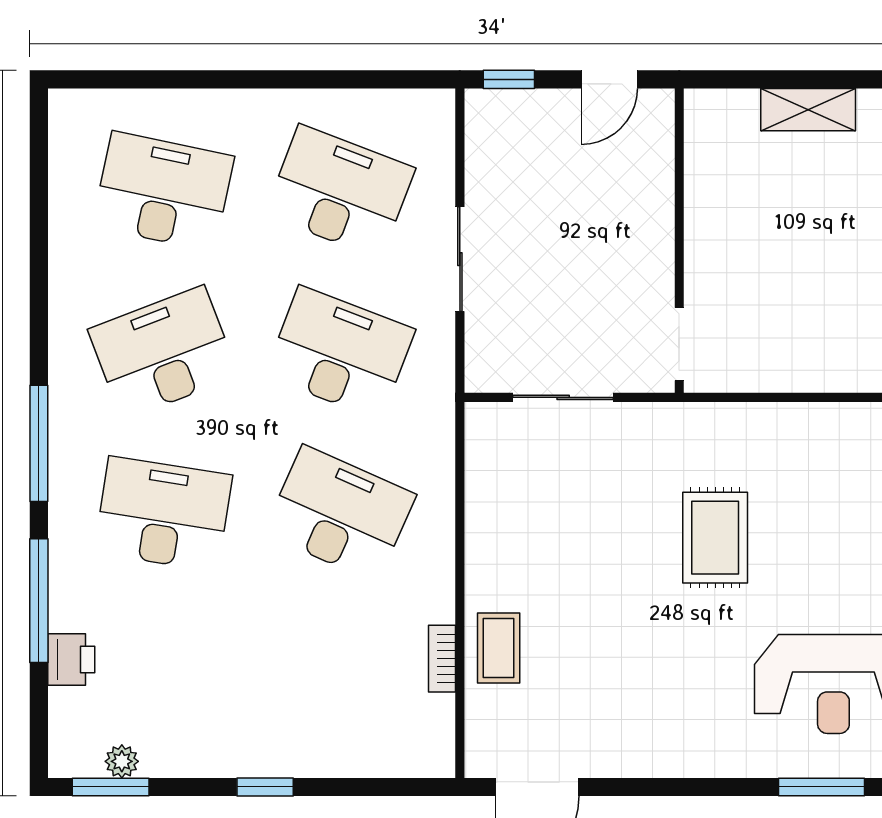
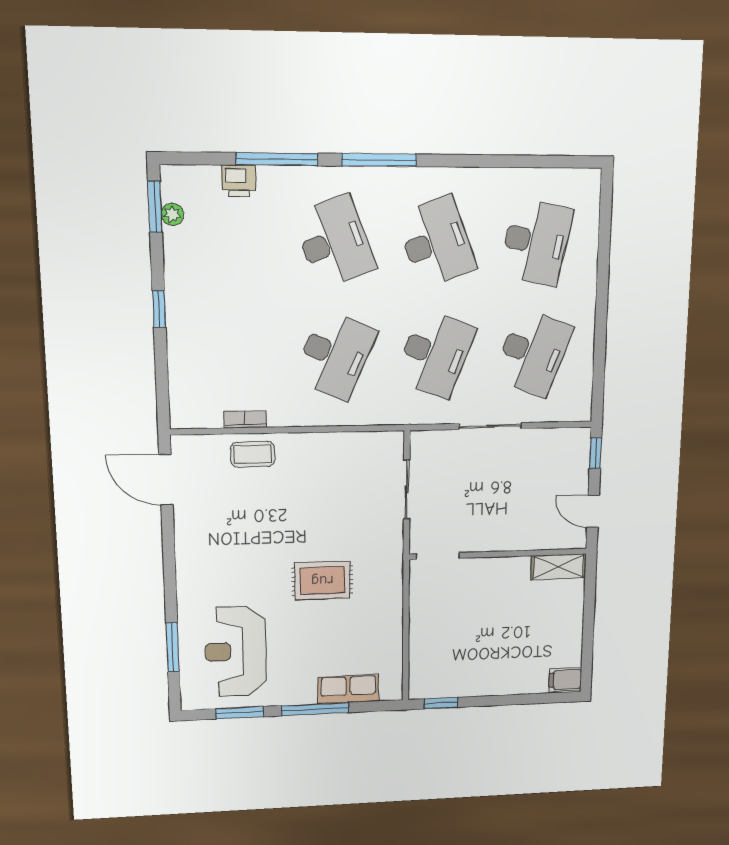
shelving: (808, 110) -> (559, 567), moved, turned 90
desk: (163, 514) -> (334, 242), turned -30

